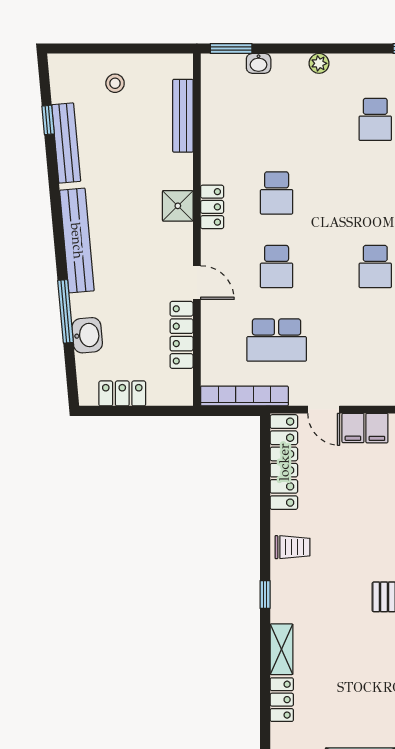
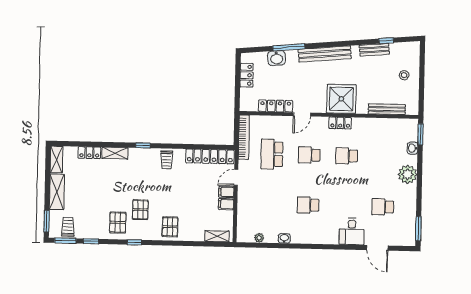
plant: (319, 63) -> (408, 174), width x1.88, depth x1.88
bench: (66, 143) -> (374, 50), width x0.73
shower: (178, 206) -> (341, 99), width x1.86, depth x1.86

